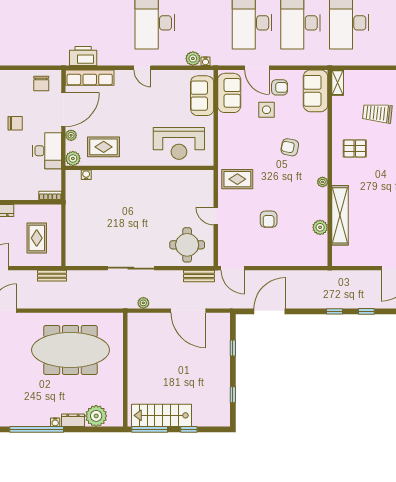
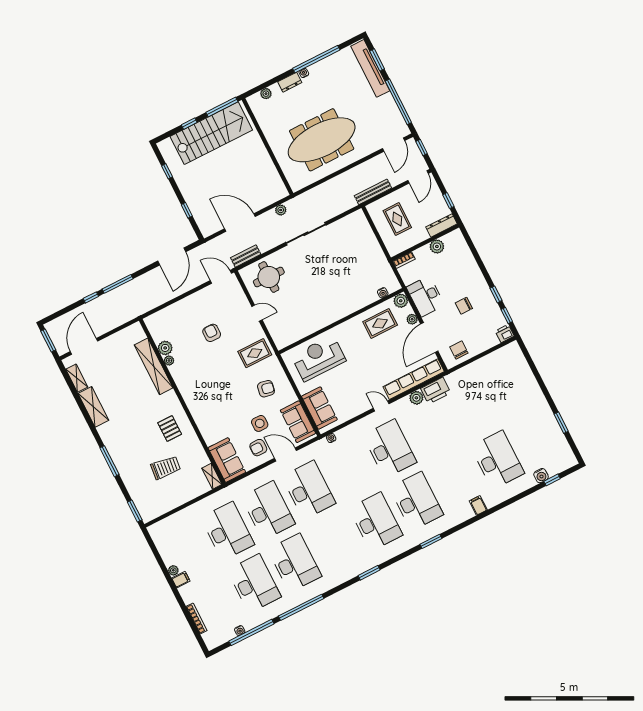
plant: (193, 58) -> (416, 398), moved
row of seats: (90, 78) -> (414, 379), width x1.36
armchair: (290, 147) -> (266, 389), moved
pallet: (355, 148) -> (170, 429), turned 90
plant: (323, 182) -> (169, 361), moved
plant: (12, 193) -> (437, 246), added
bench: (52, 276) -> (373, 192), width x1.36
window: (334, 311) -> (118, 284), width x2.17
stairs: (162, 415) -> (211, 133), width x1.36, depth x1.51
plant: (96, 416) -> (266, 94), width x0.53, depth x0.53

